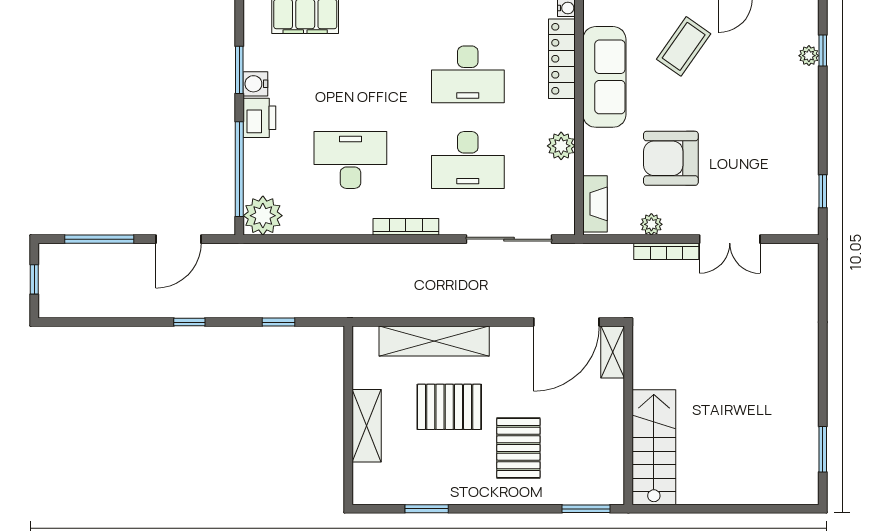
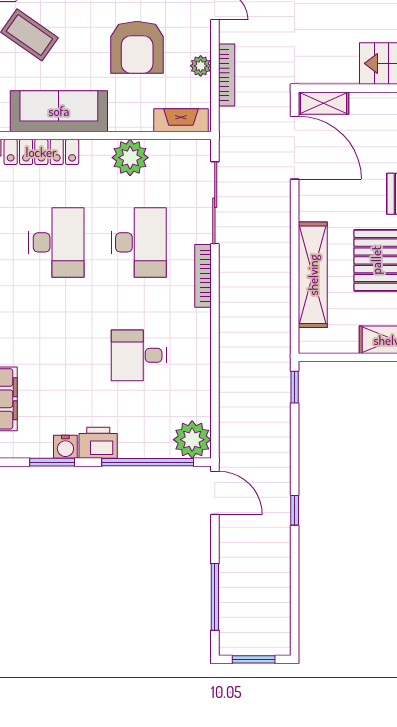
plant: (561, 146) -> (130, 158), width x1.36, depth x1.36
desk: (350, 160) -> (139, 355), width x0.73
bookcase: (406, 227) -> (203, 276), moved
door: (178, 239) -> (215, 493), moved
bookcase: (666, 251) -> (227, 75), moved
window: (34, 279) -> (254, 659), width x1.50
window: (278, 322) -> (295, 387), moved

